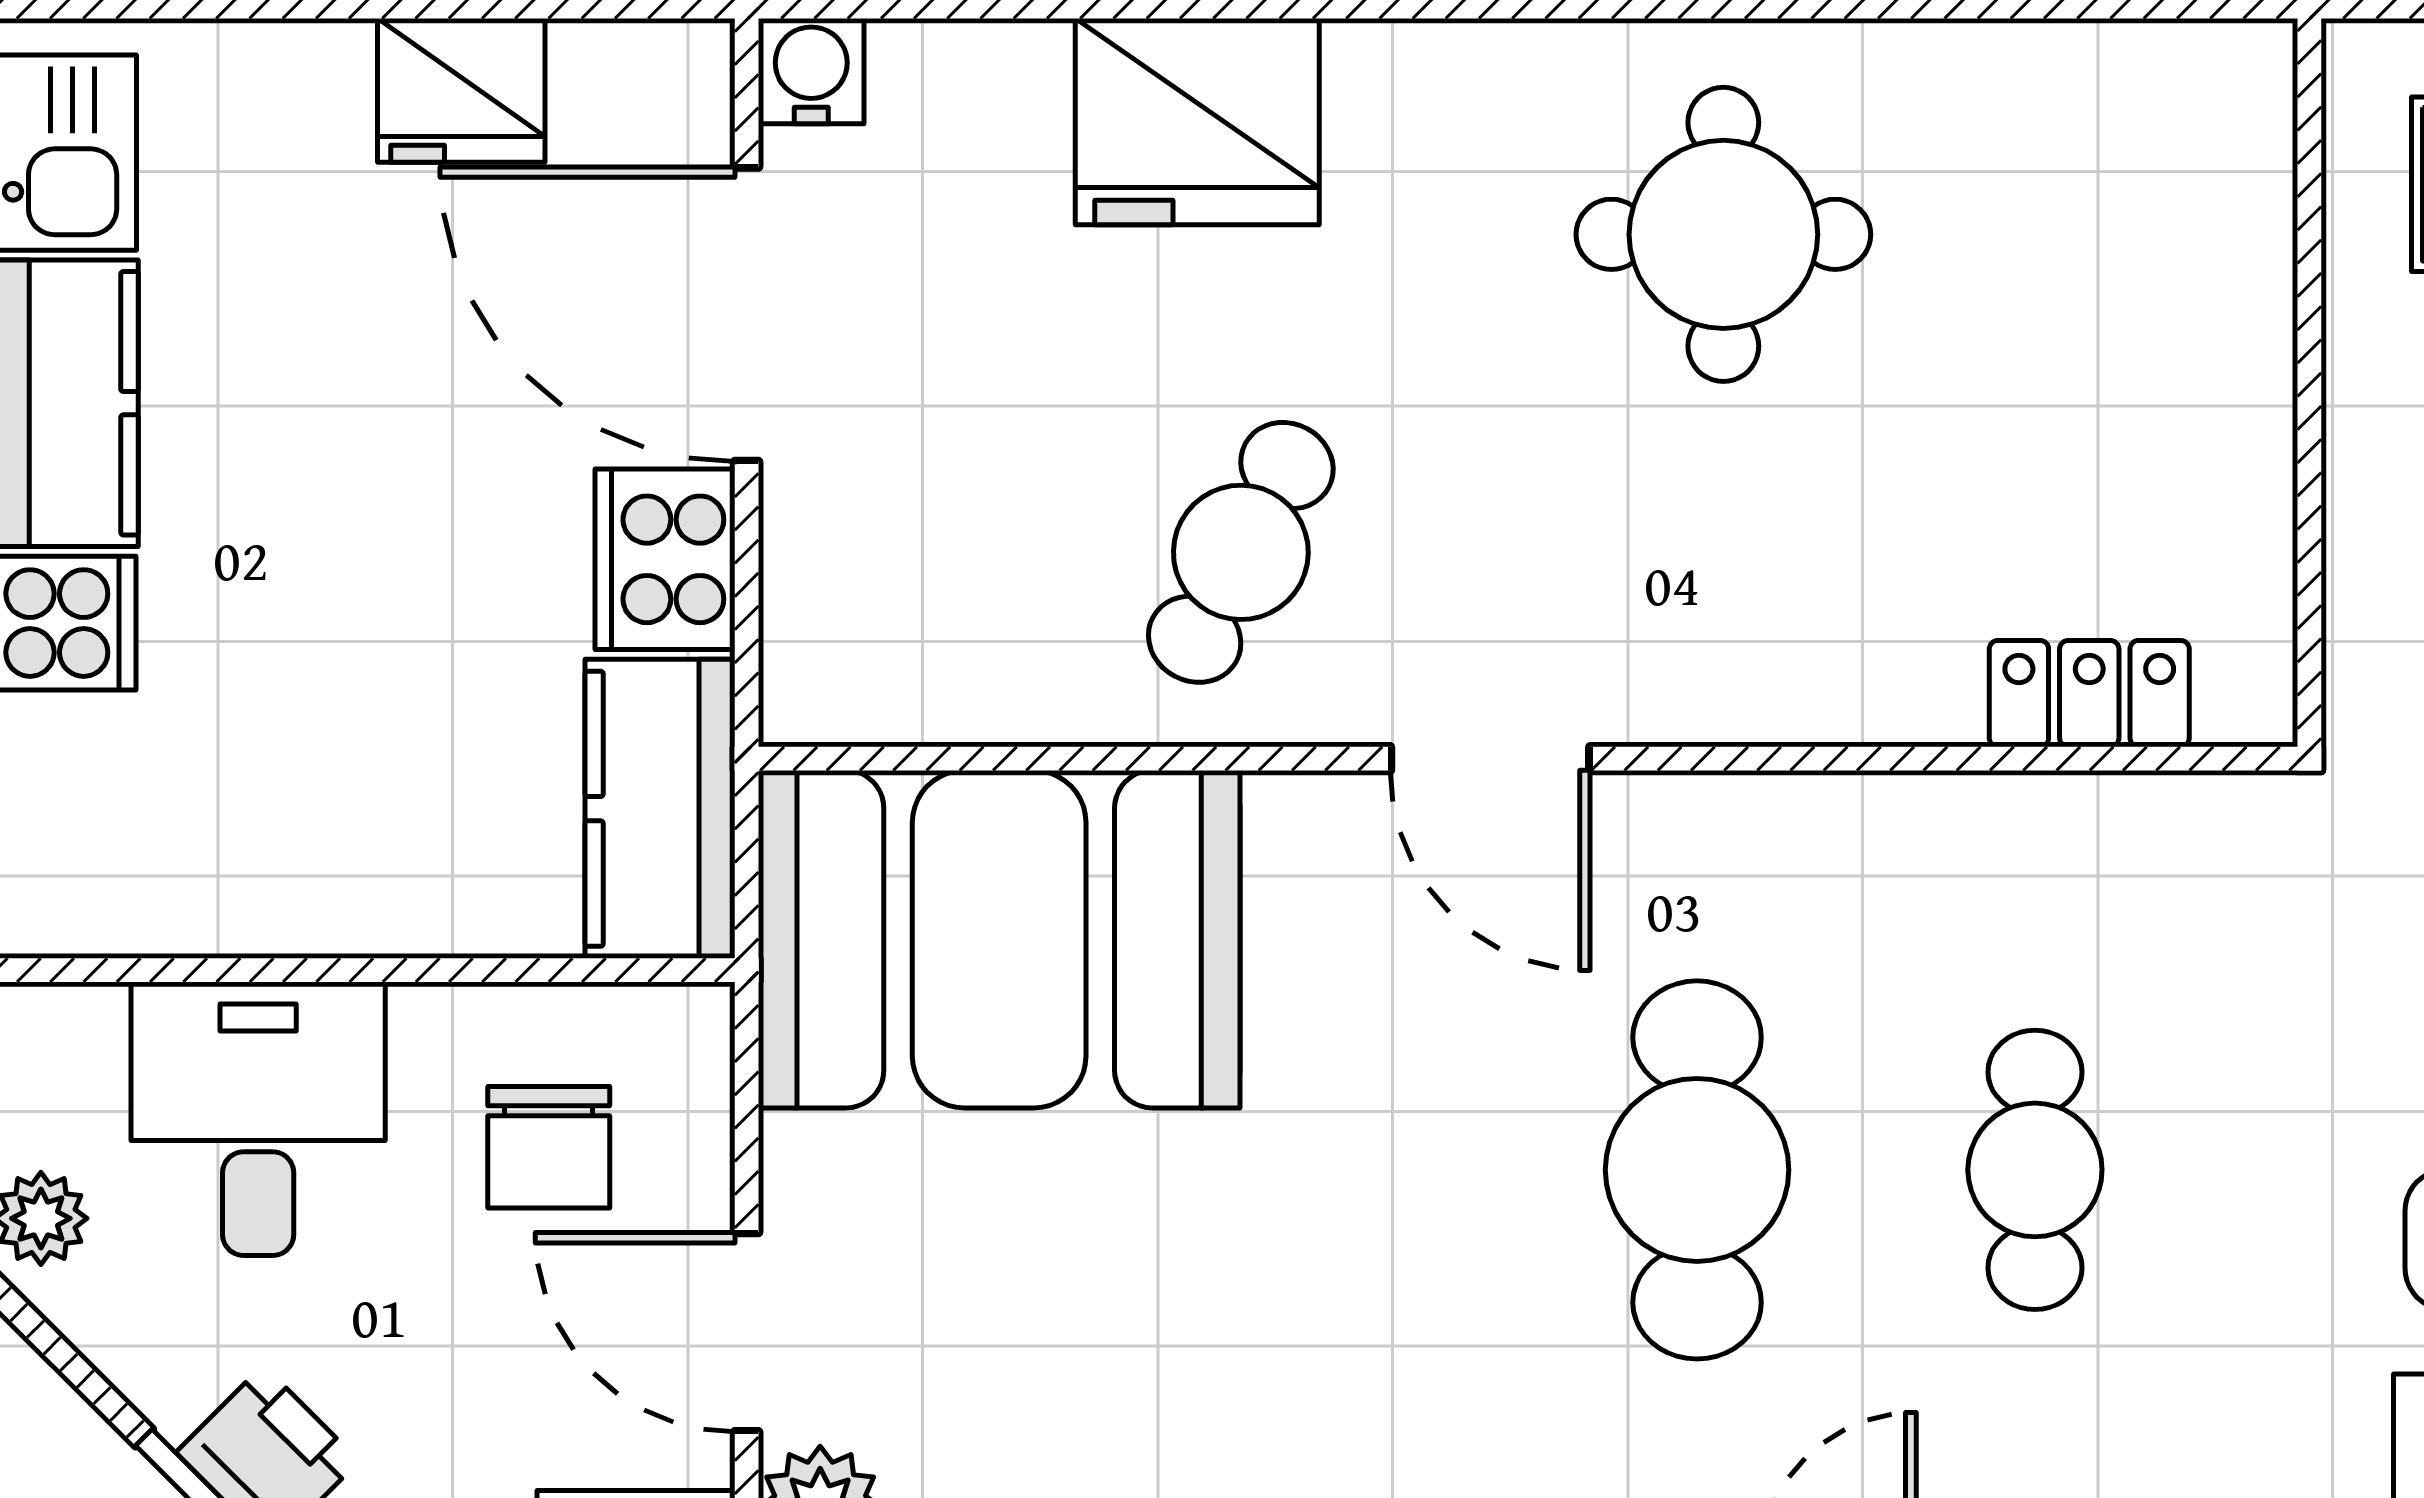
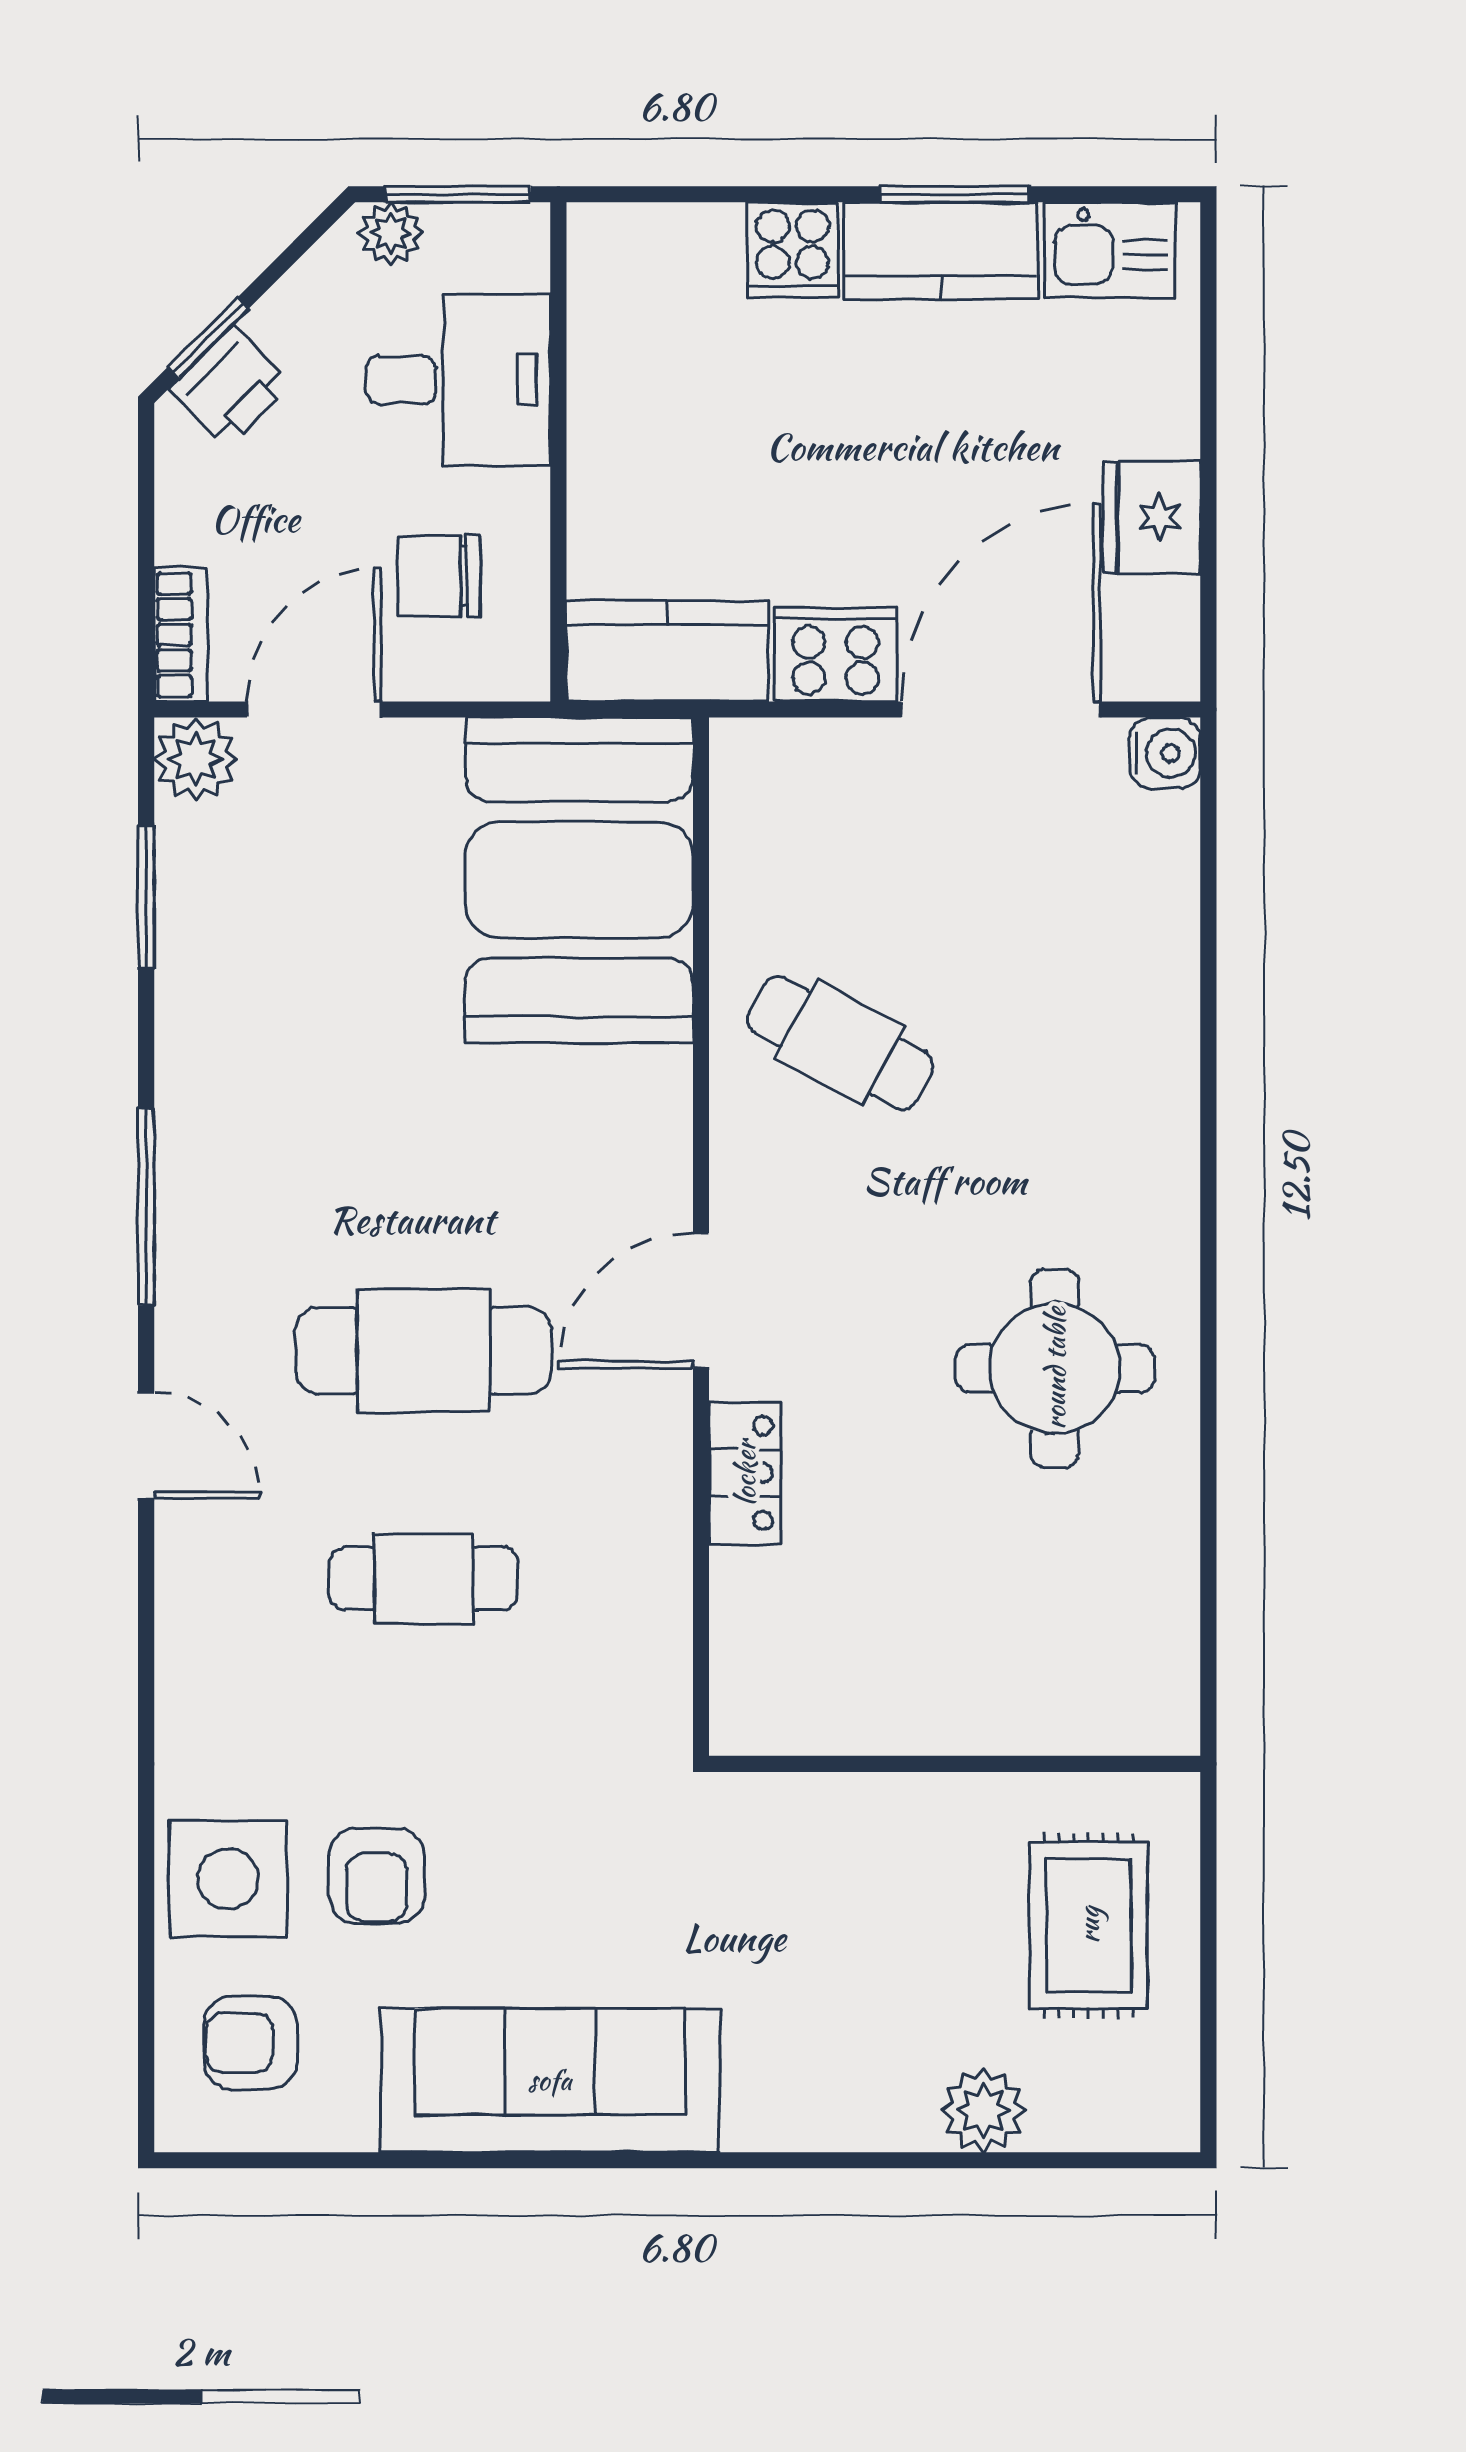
fridge: (1197, 122) -> (1131, 1013), removed
locker: (2089, 694) -> (745, 1473), moved
door: (1490, 759) -> (701, 1301), moved

